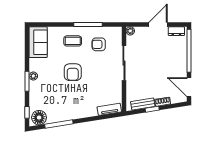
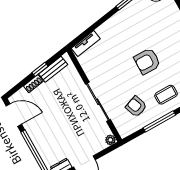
armchair: (99, 44) -> (136, 107), turned -110
armchair: (73, 72) -> (147, 61), turned -89

